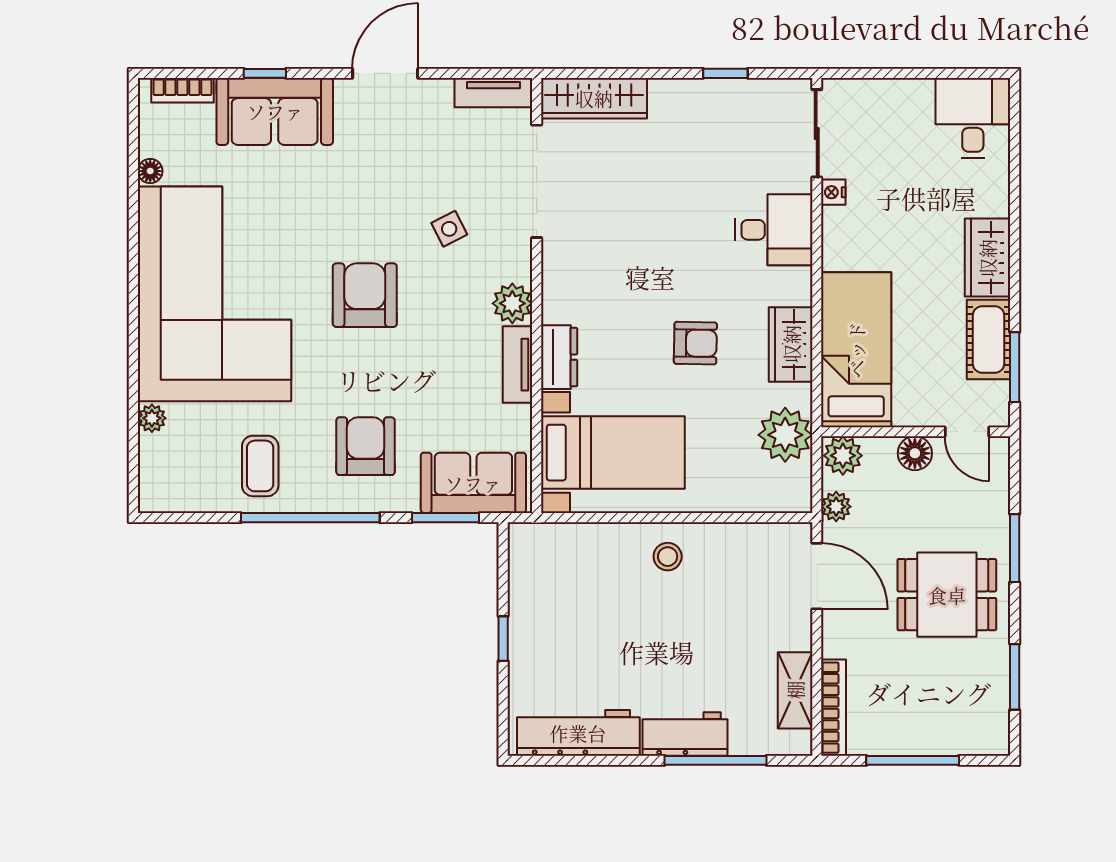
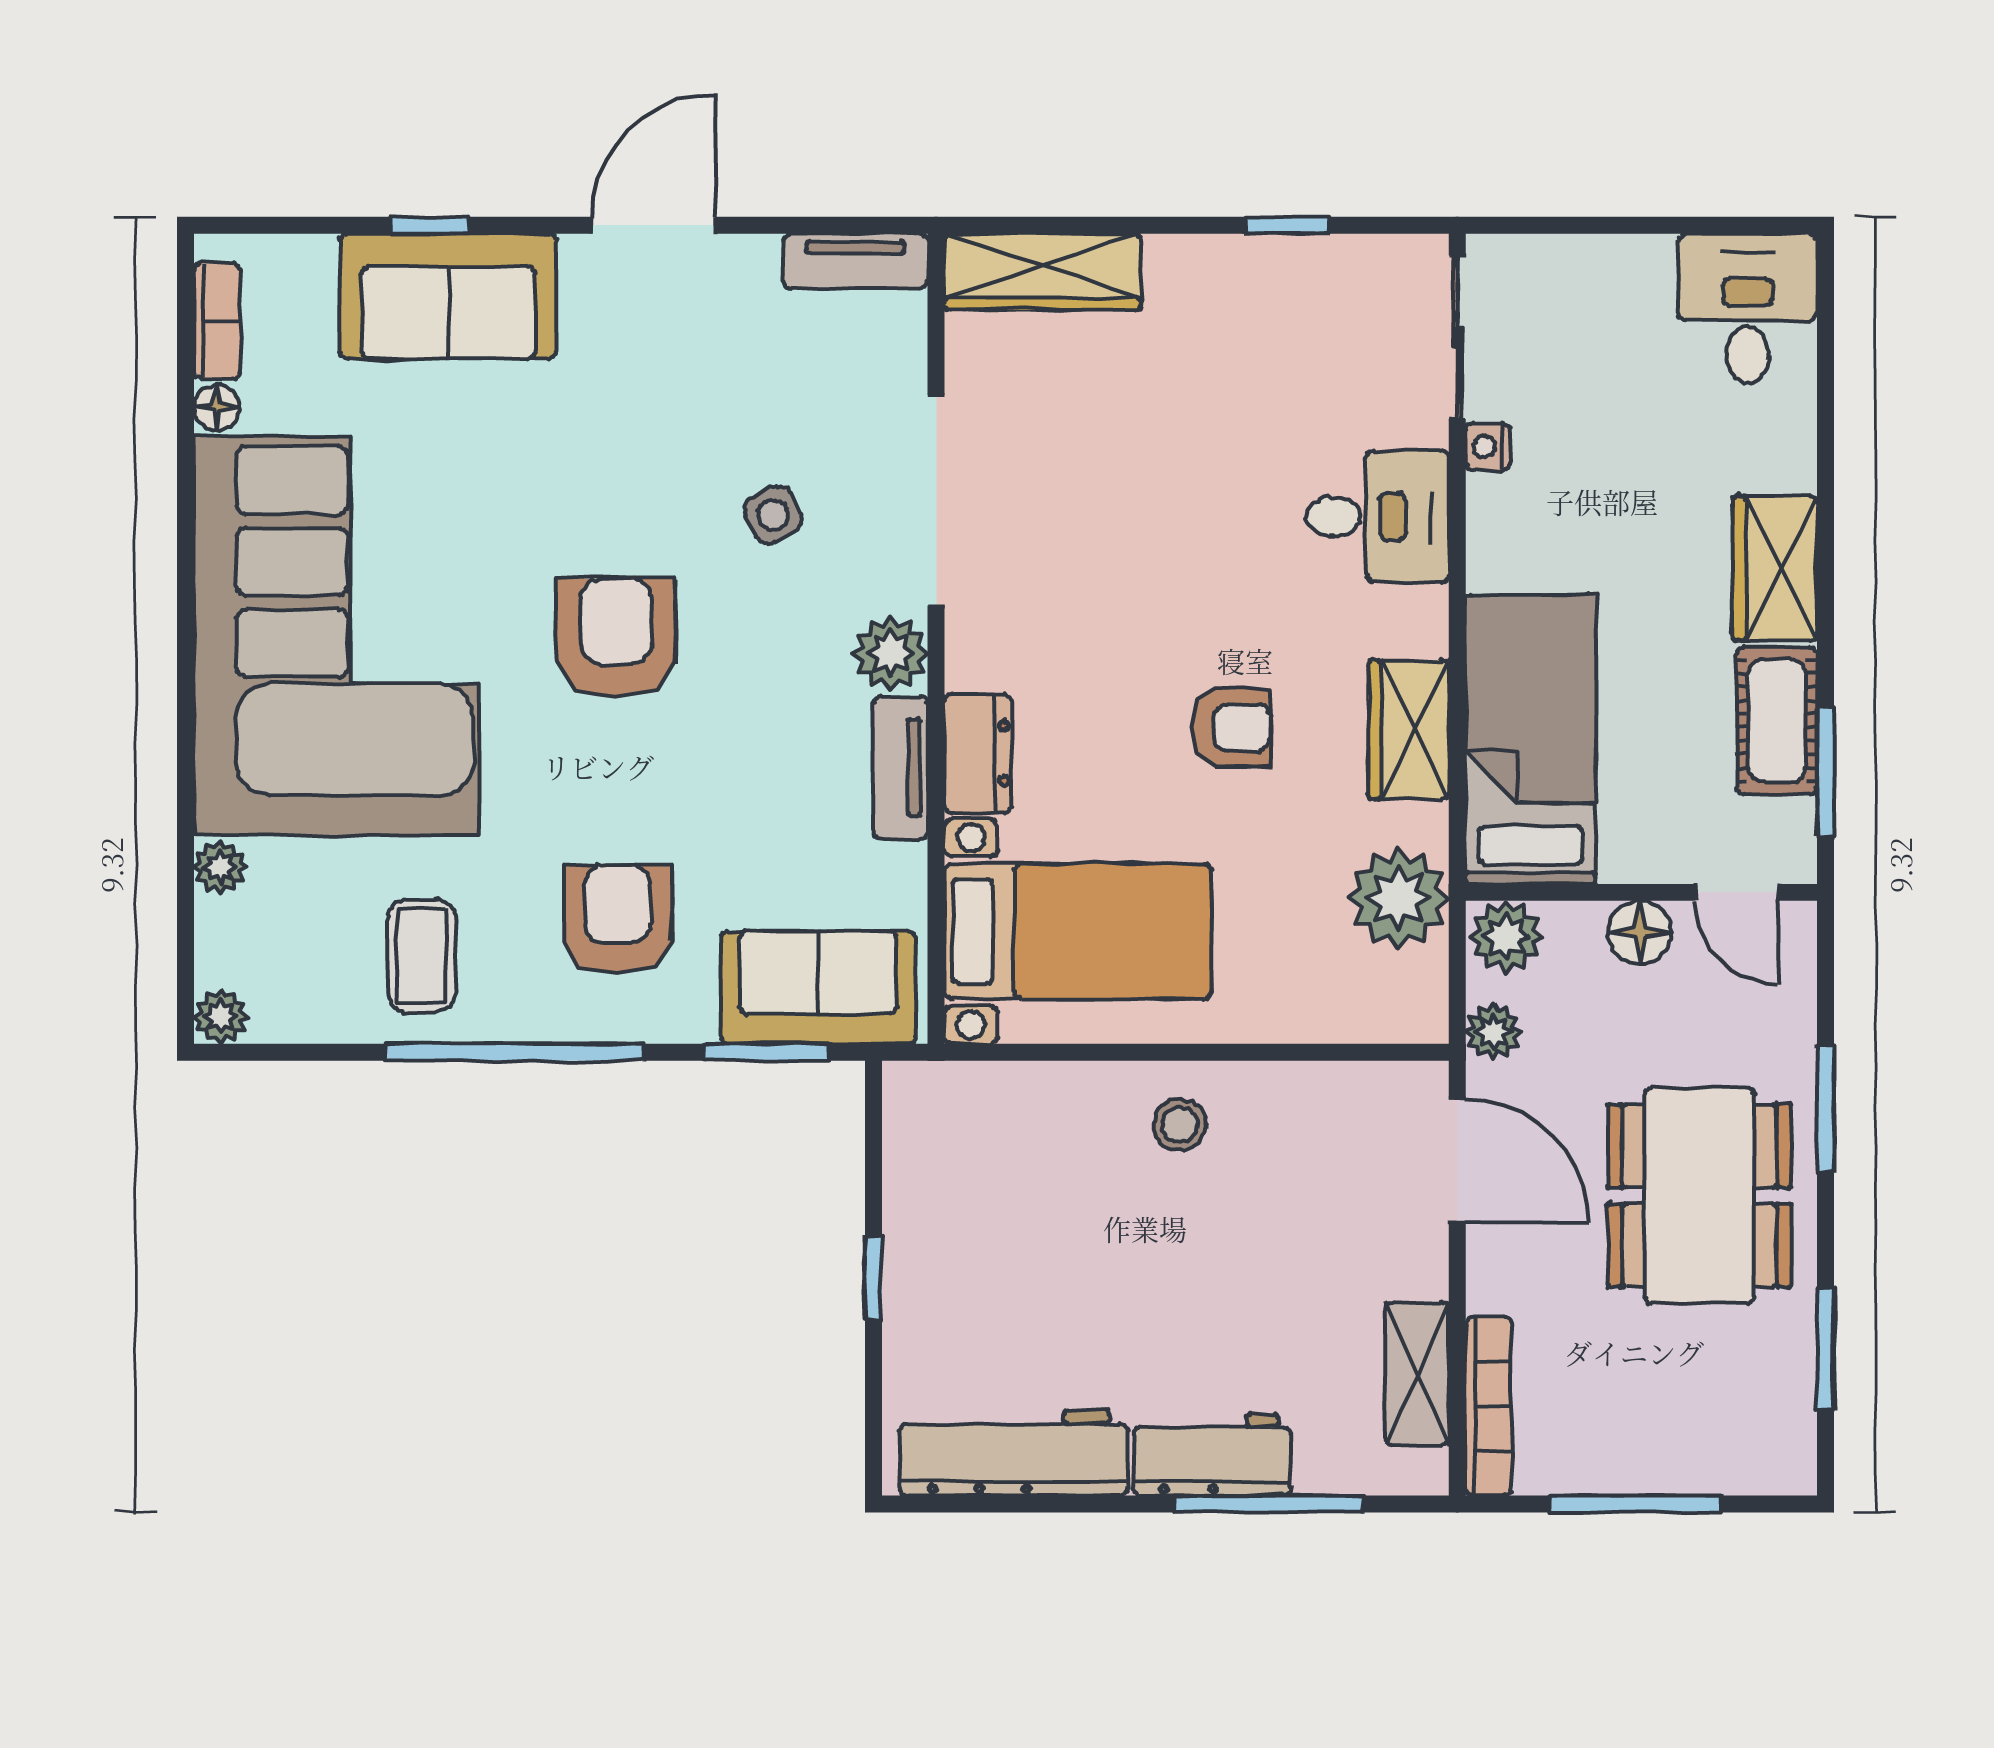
bookcase: (182, 90) -> (217, 321), moved, turned -90
doorway: (537, 181) -> (936, 500), moved
plant: (152, 498) -> (221, 1017), added
dining table: (947, 595) -> (1699, 1196), width x1.37

